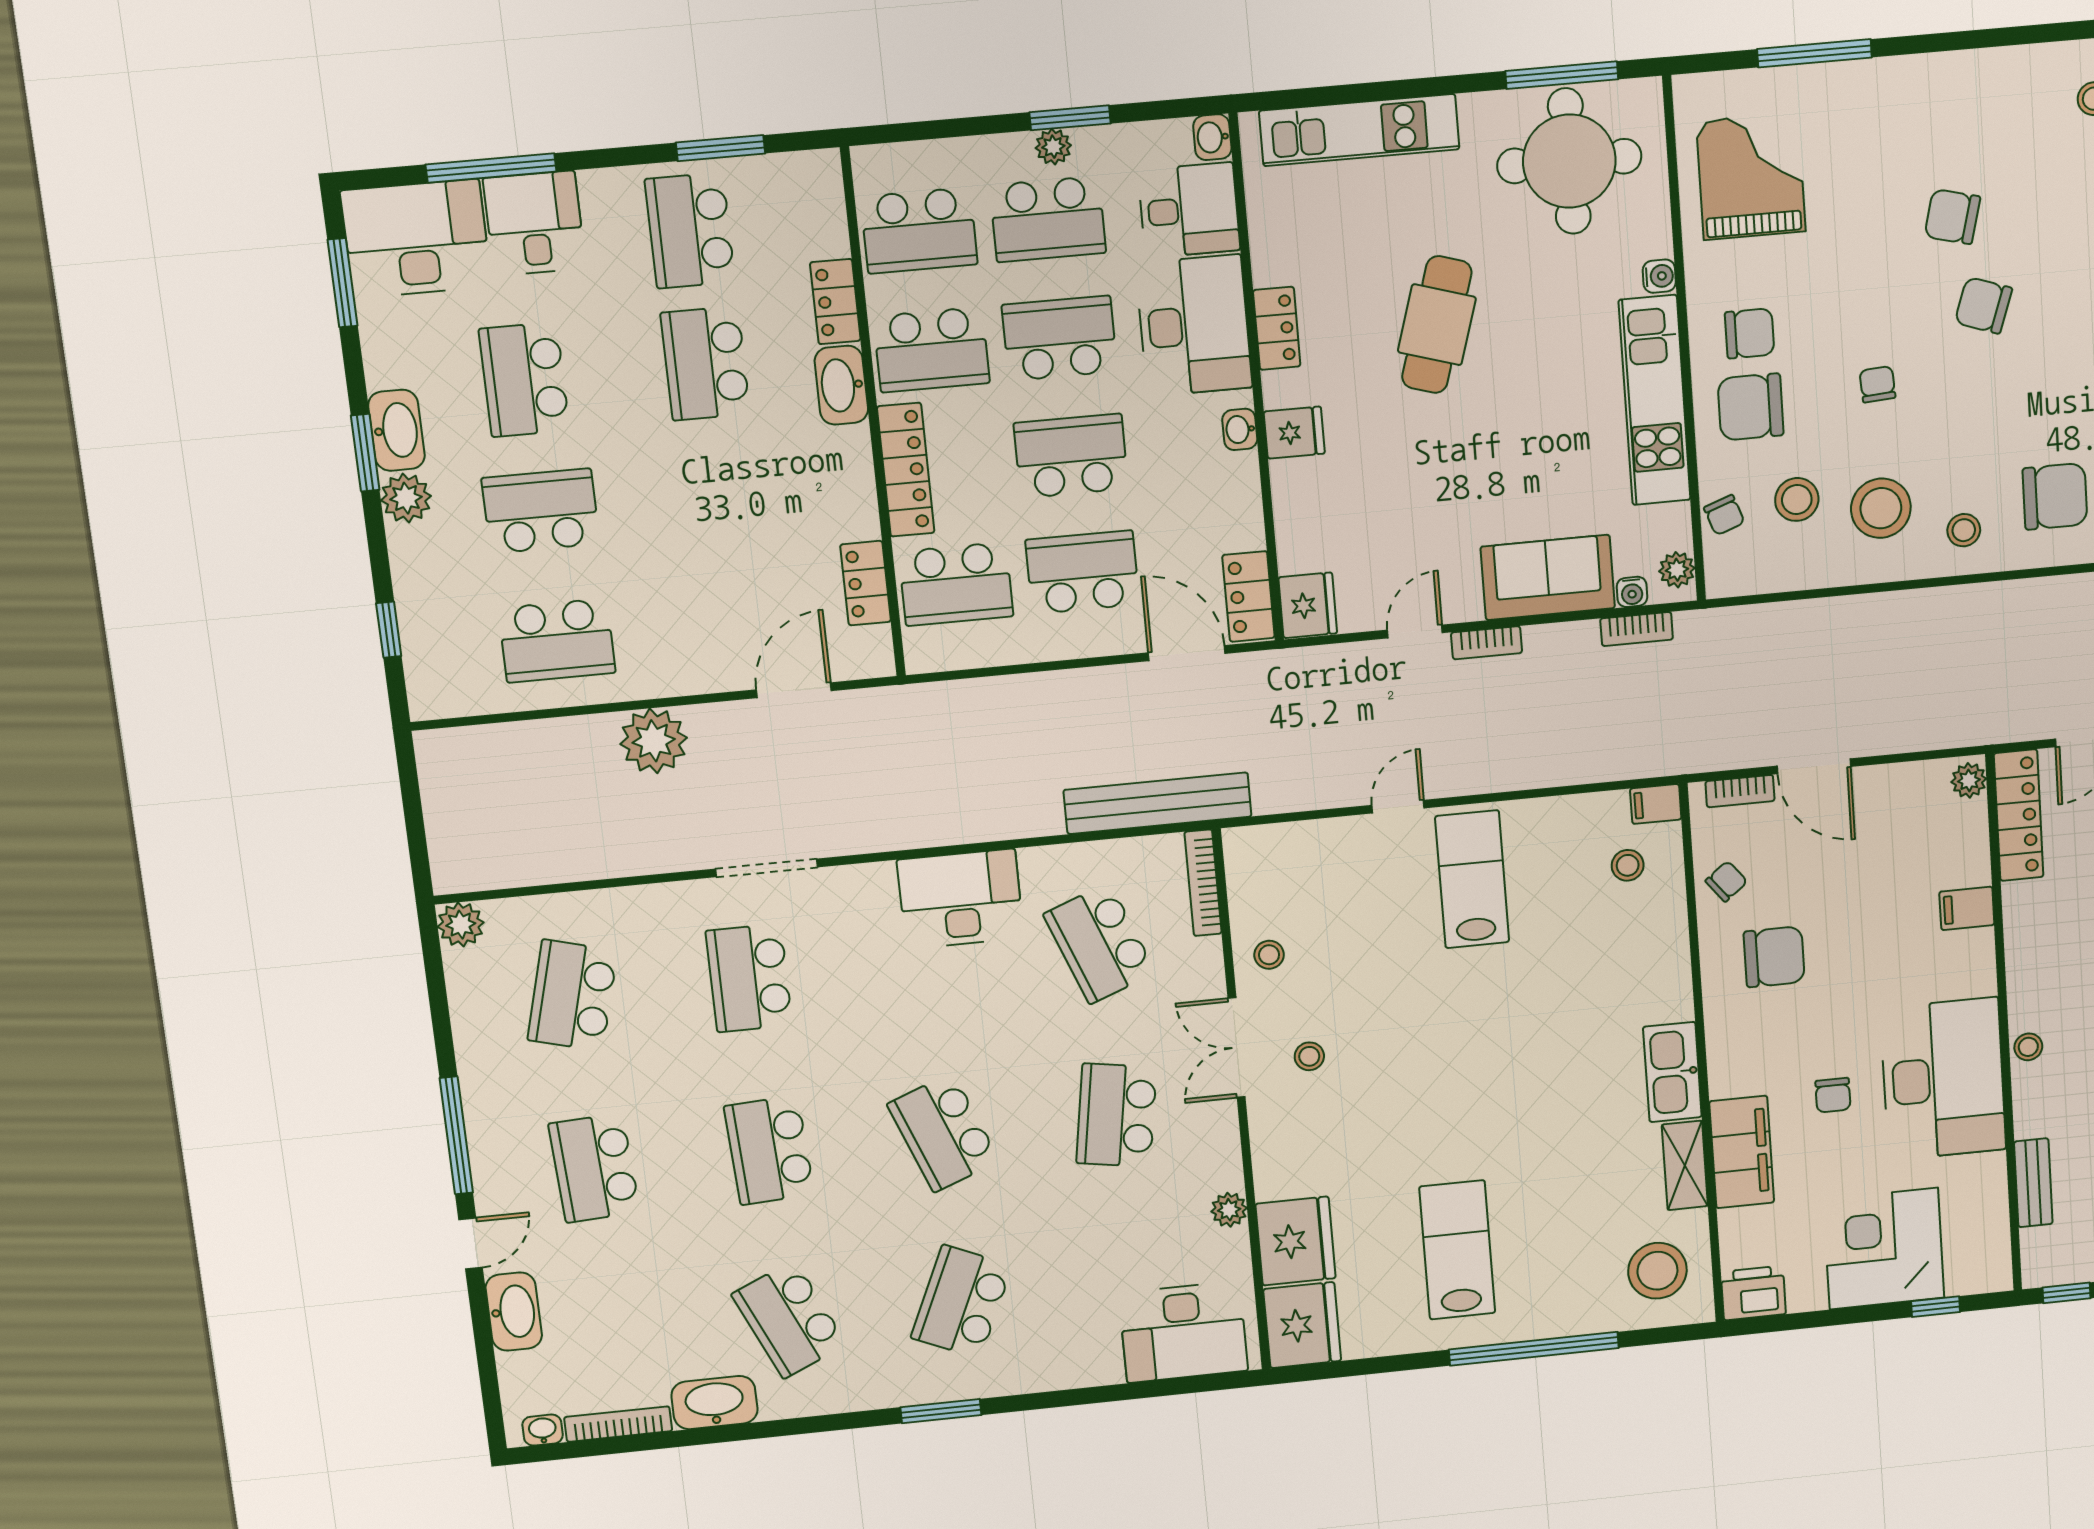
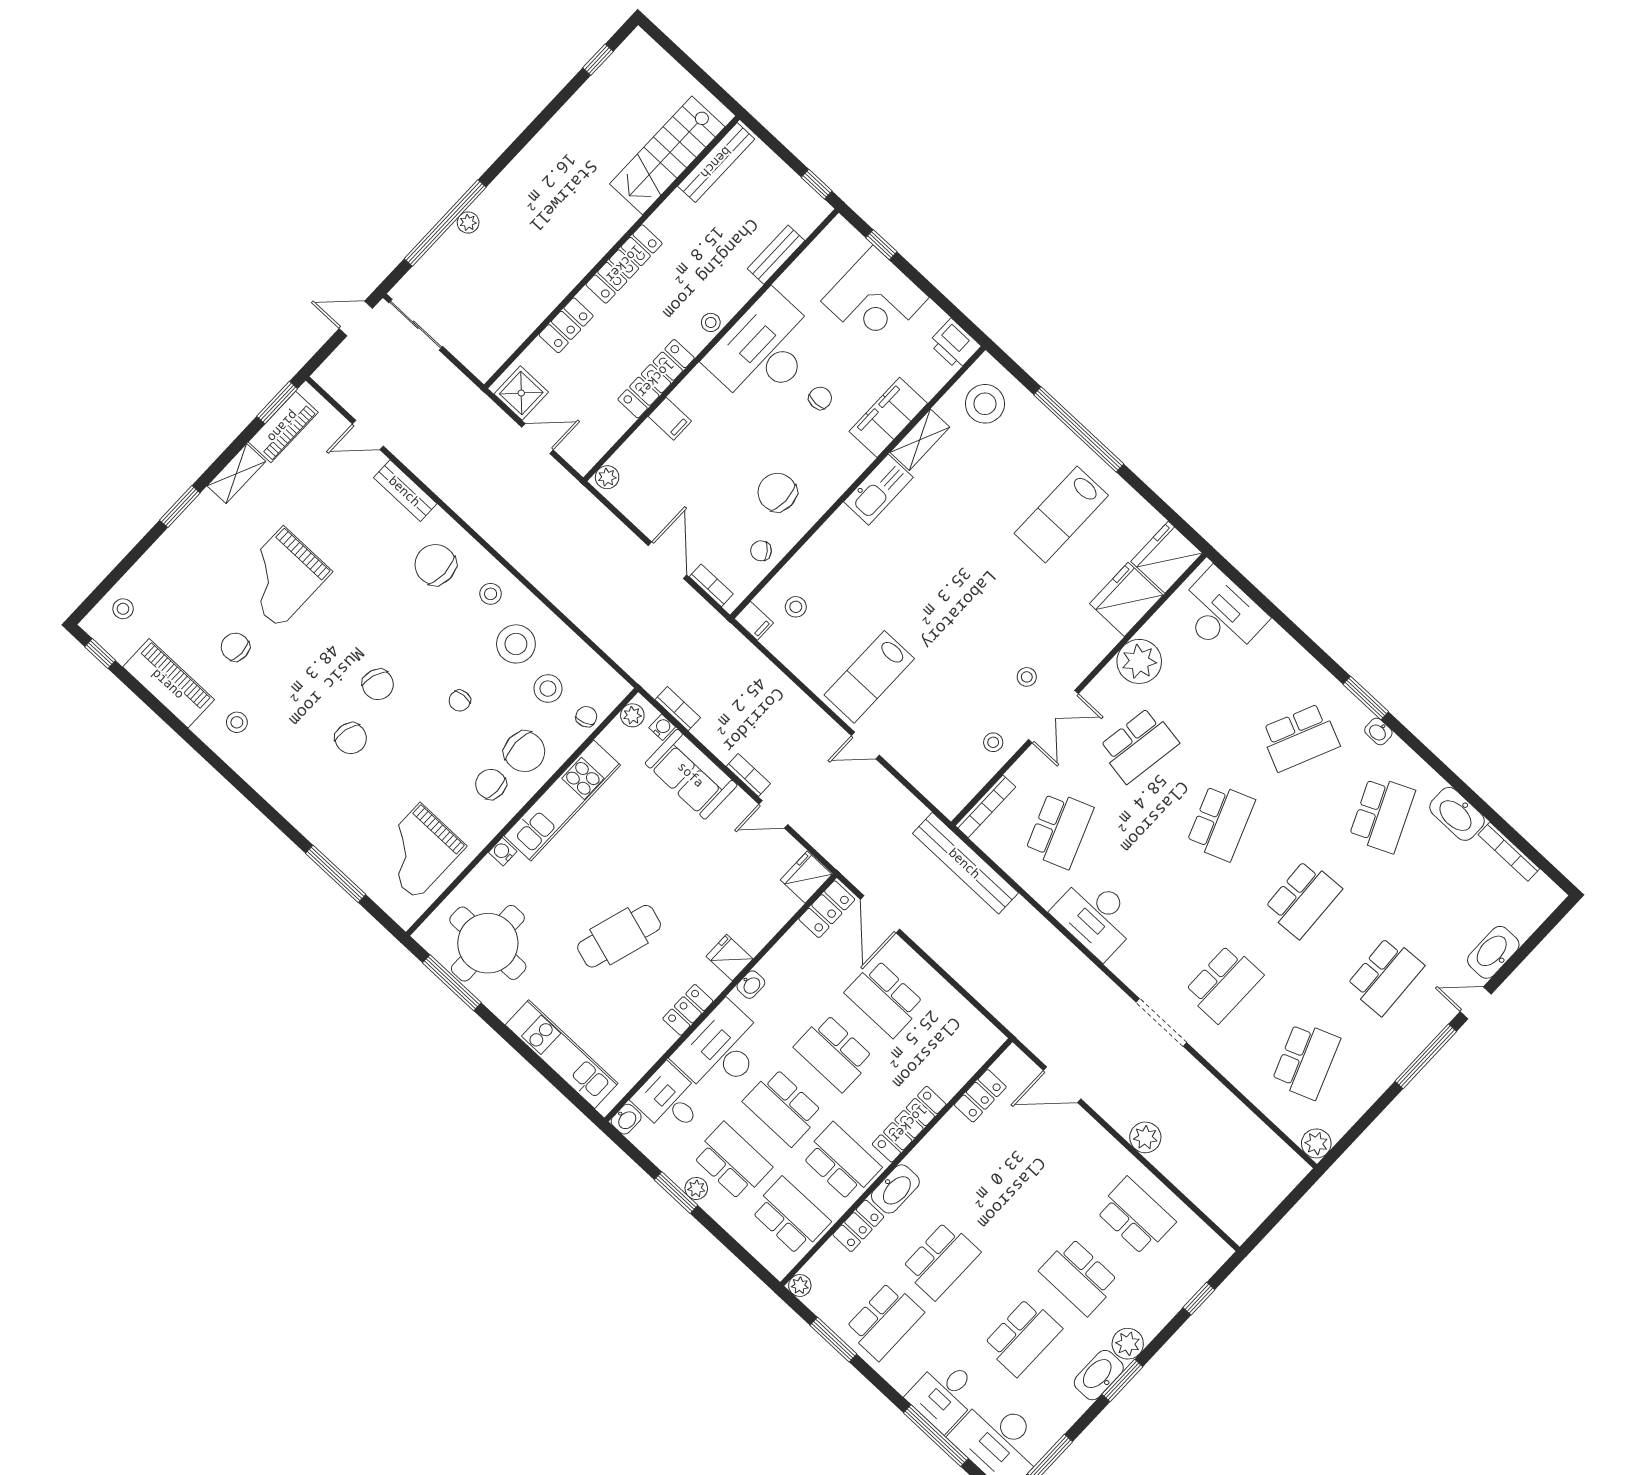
plant: (824, 167) -> (800, 1285), added
school desk: (956, 584) -> (943, 1053), removed
plant: (654, 741) -> (1145, 1137), width x0.73, depth x0.73
locker: (2019, 815) -> (656, 379), moved
school desk: (572, 995) -> (1306, 1061), turned -36
plant: (1229, 1210) -> (1139, 661), width x1.87, depth x1.87
washbasin: (543, 1430) -> (1378, 731), moved

